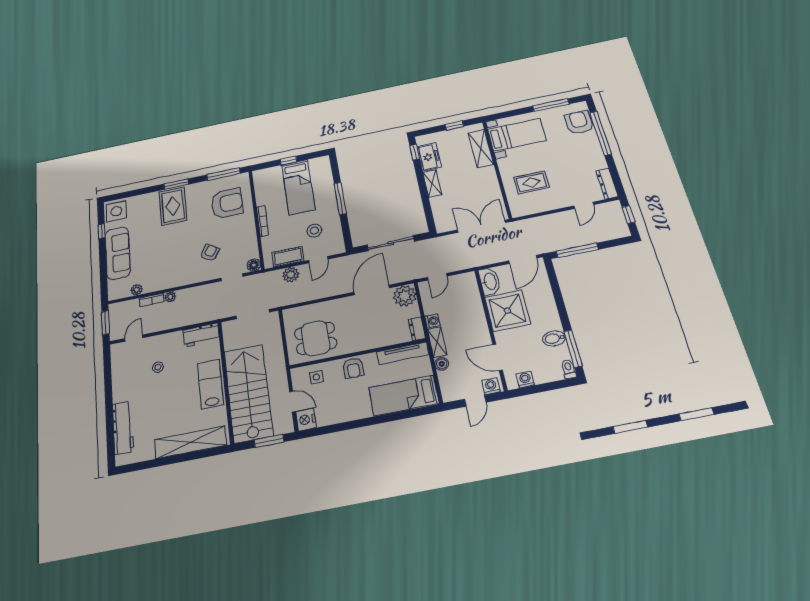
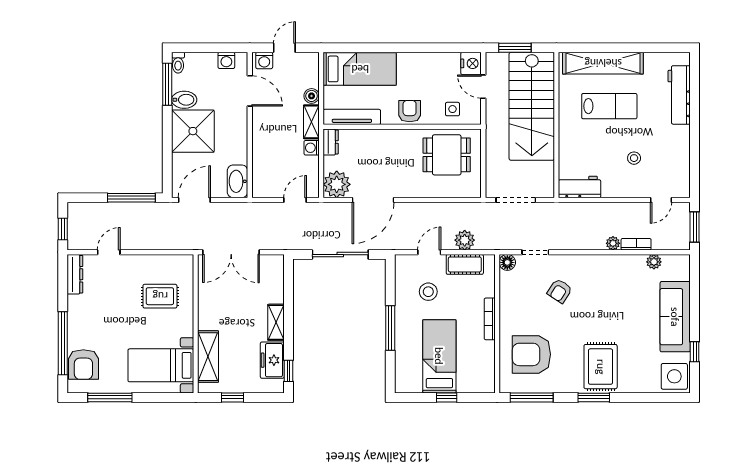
shower: (507, 311) -> (193, 131), moved
lab bench: (210, 384) -> (609, 106), moved, turned -90

